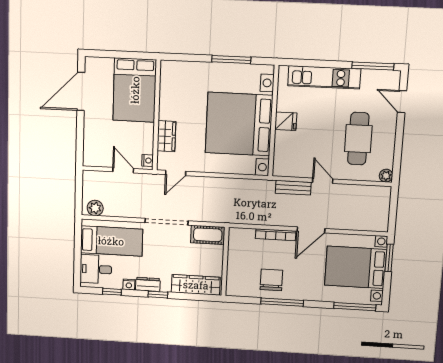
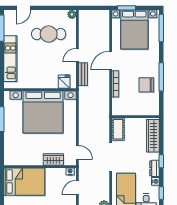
fridge: (286, 121) -> (64, 82), moved
door: (311, 230) -> (111, 61), swing flipped

